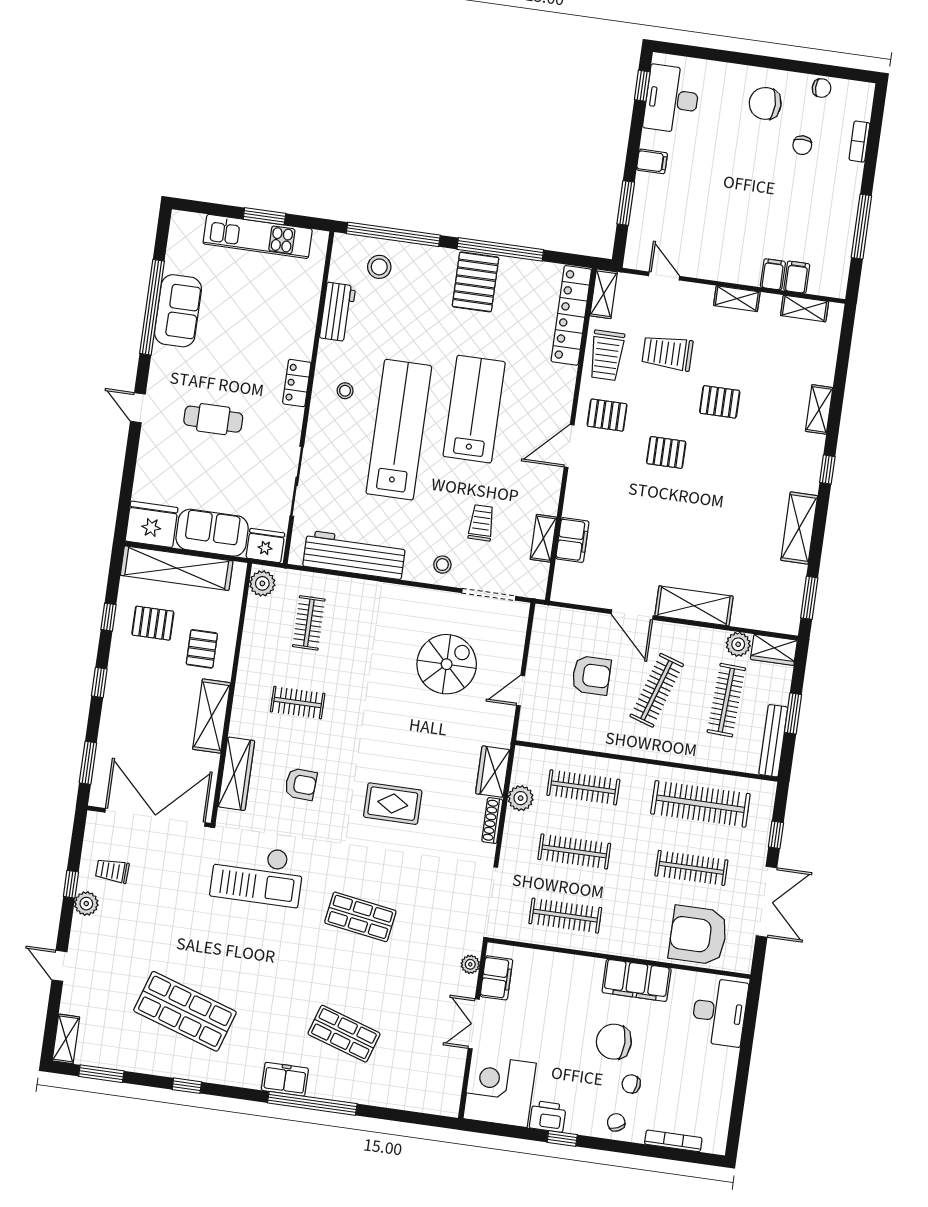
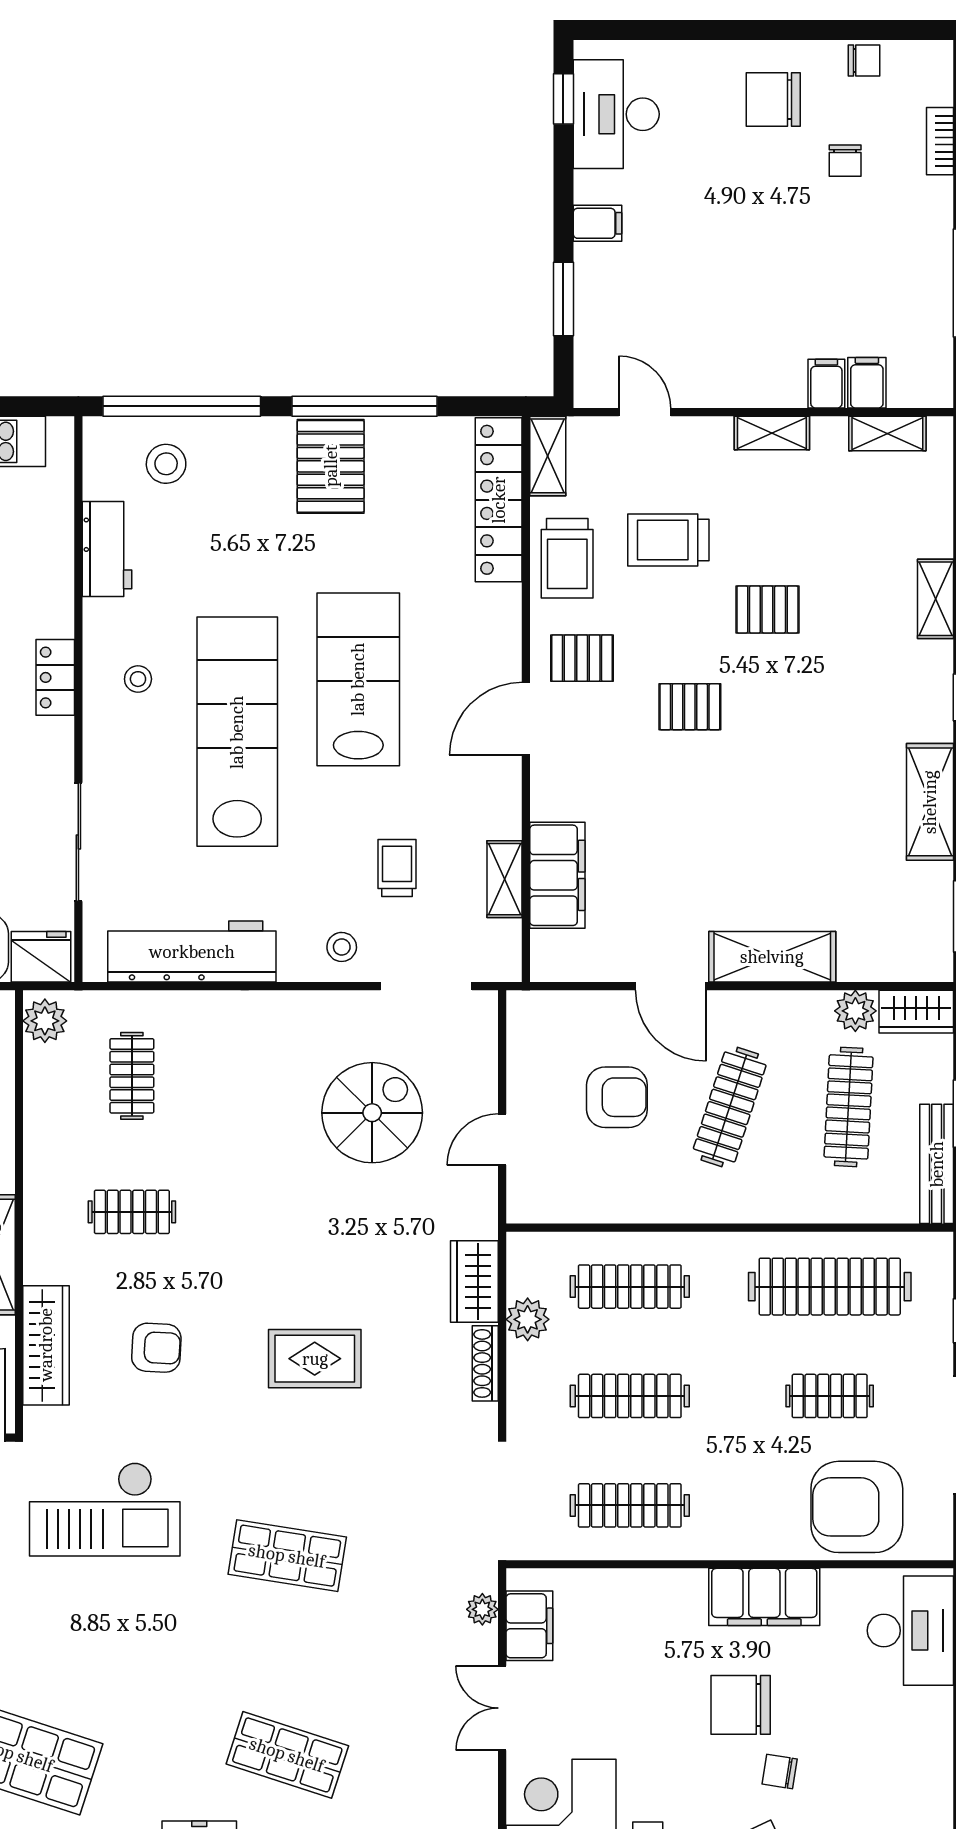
filing cabinet: (572, 540) -> (557, 875), width x1.50, depth x1.17
clothes rail: (691, 868) -> (830, 1396), width x0.73

